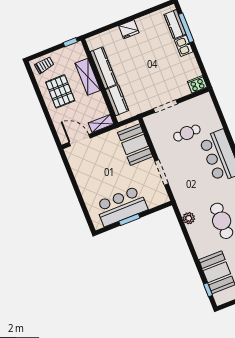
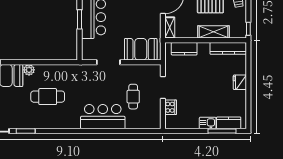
kitchen counter: (104, 68) -> (228, 48), moved
cooker: (197, 84) -> (171, 107), moved
plant: (189, 218) -> (29, 70), moved

